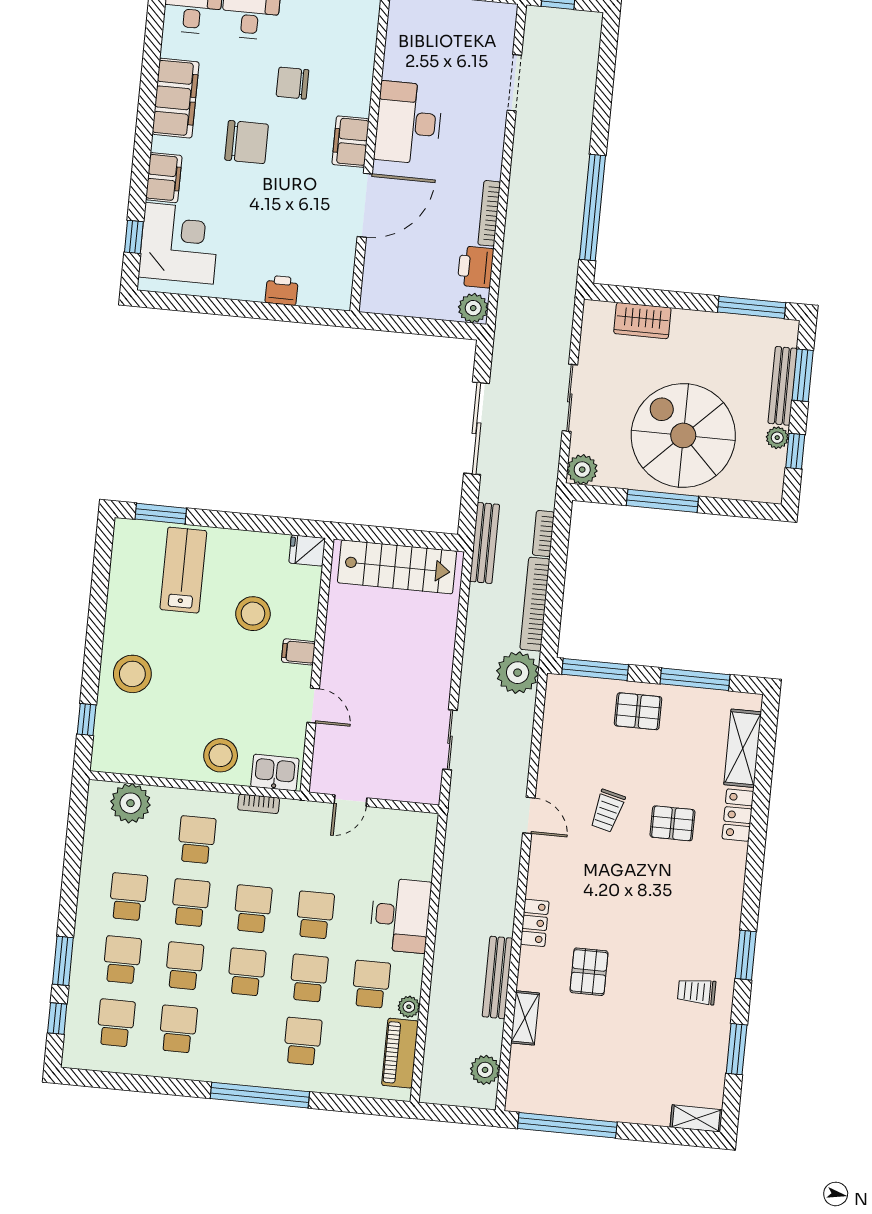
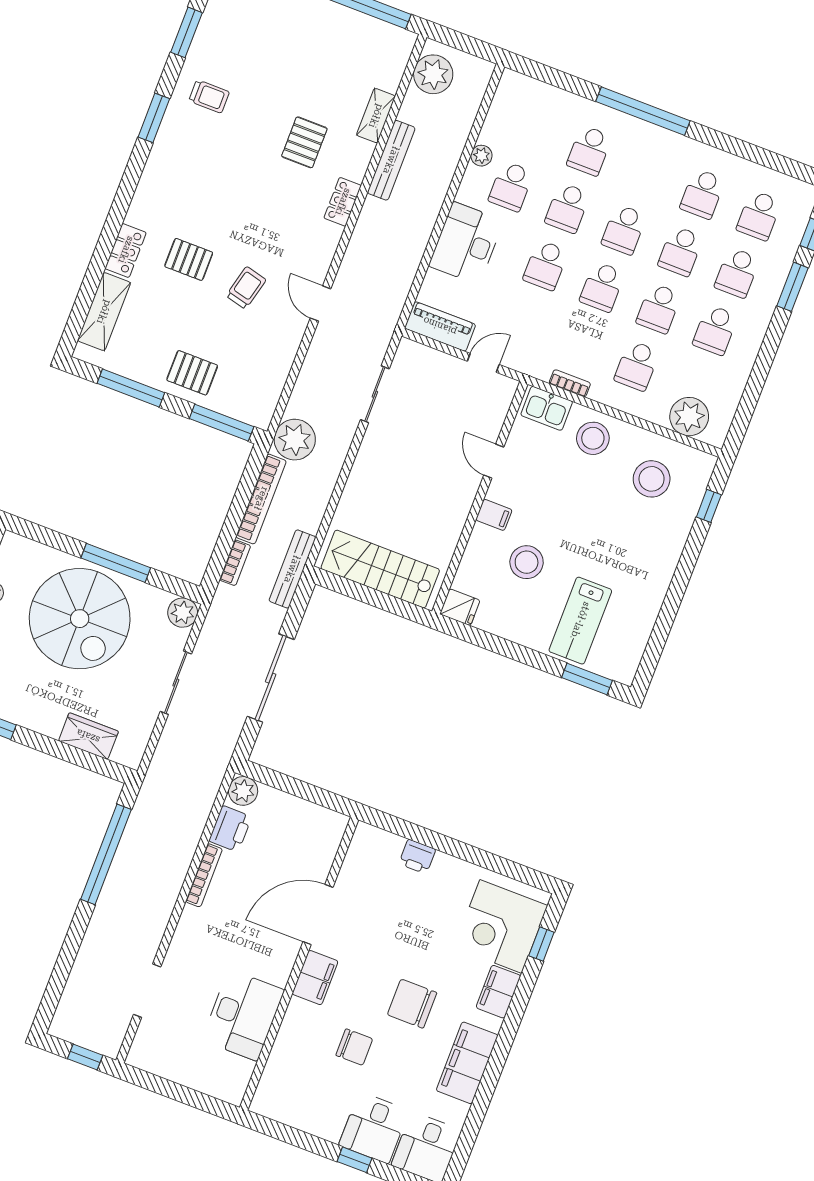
desk: (408, 123) -> (243, 1015), moved
stool: (132, 674) -> (652, 479), moved
piano: (400, 1053) -> (440, 326), moved, turned -90
plant: (485, 1070) -> (433, 74), width x1.36, depth x1.36

